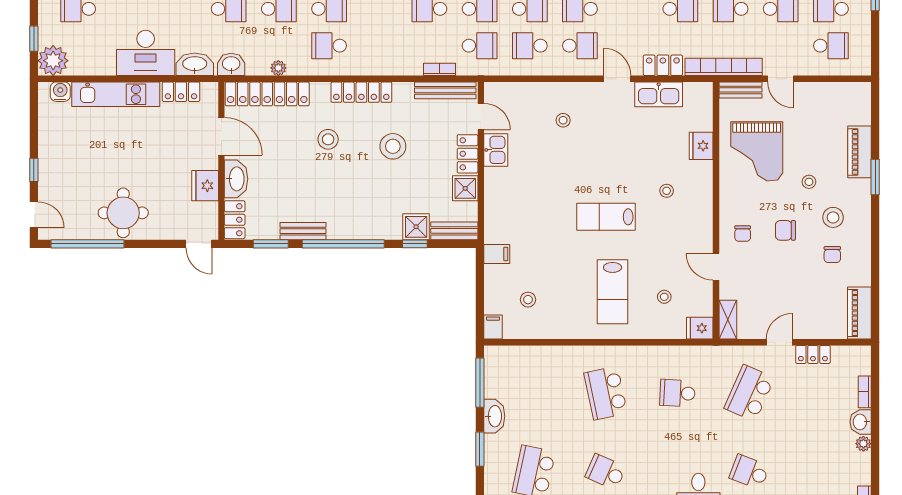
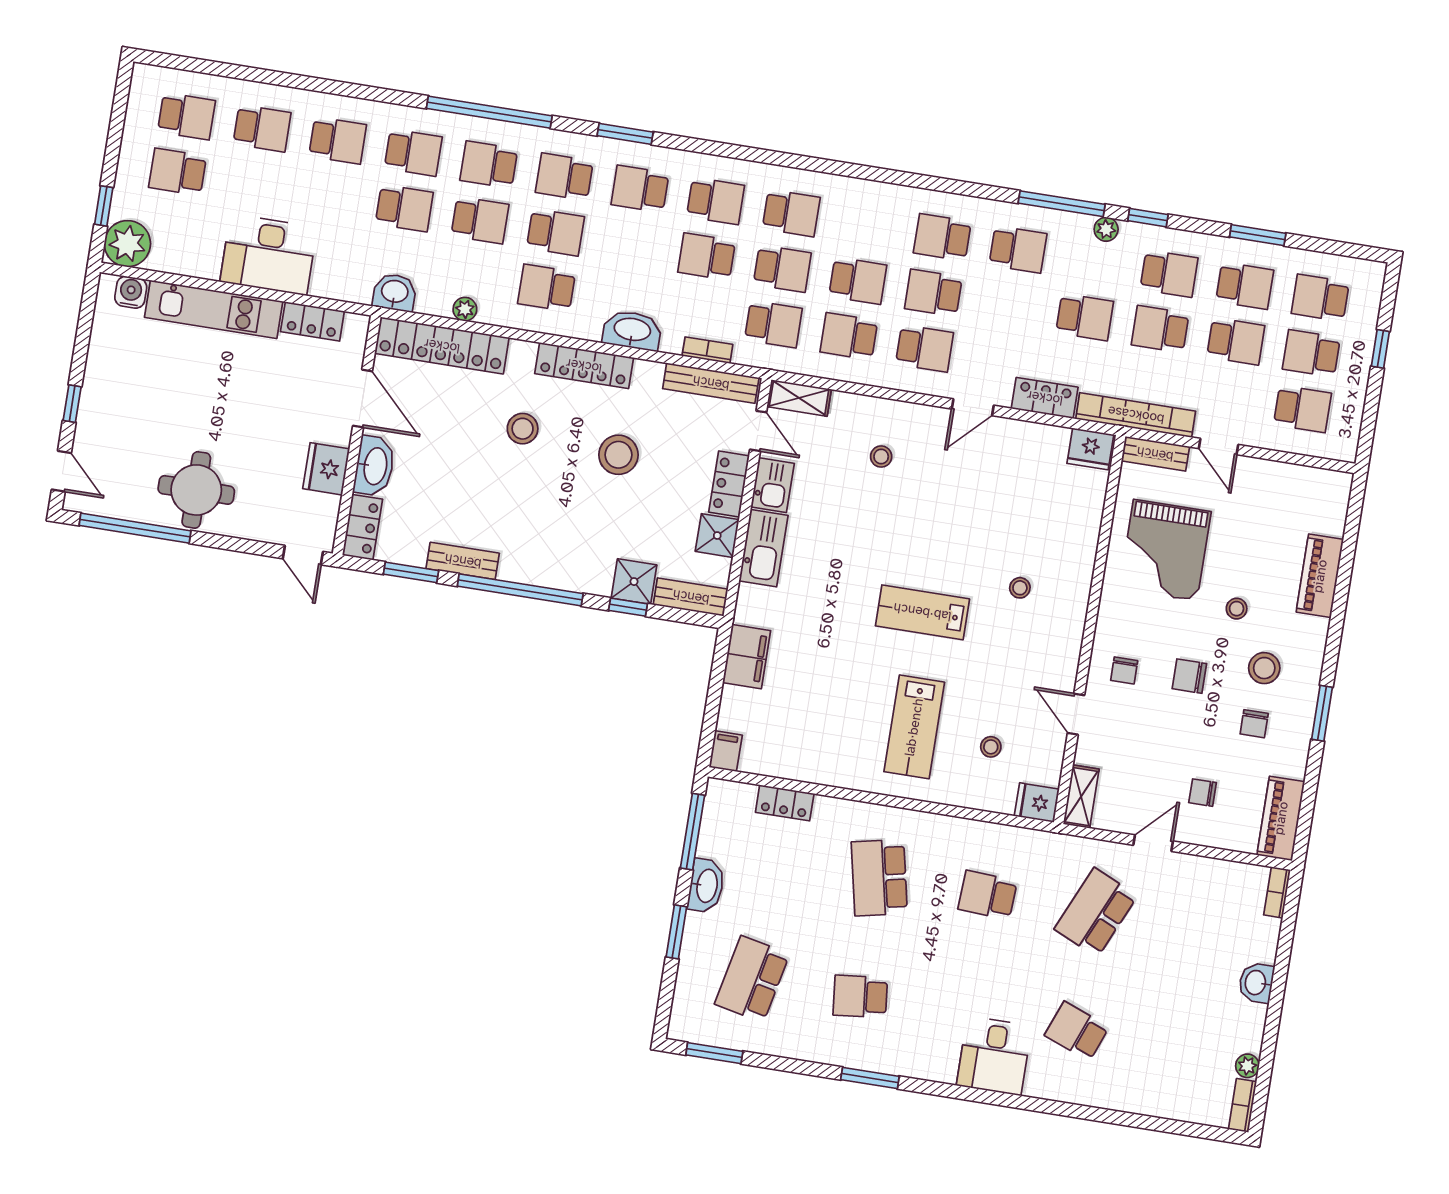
washbasin: (195, 64) -> (632, 330), moved
door: (617, 79) -> (973, 407), swing flipped
shelving: (504, 91) -> (799, 398), added
kitchen sink: (659, 94) -> (763, 548), moved, turned -90
fridge: (701, 146) -> (1090, 449), moved, turned -90
window: (875, 177) -> (1322, 713), moved
filing cabinet: (497, 254) -> (747, 657), width x2.00
stool: (528, 300) -> (785, 718), removed
chair: (806, 304) -> (1203, 793), added
locker: (813, 354) -> (785, 803), moved
bookcase: (865, 392) -> (1277, 892), moved
plant: (863, 444) -> (1247, 1066), moved
school desk: (606, 472) -> (860, 996), turned -30

